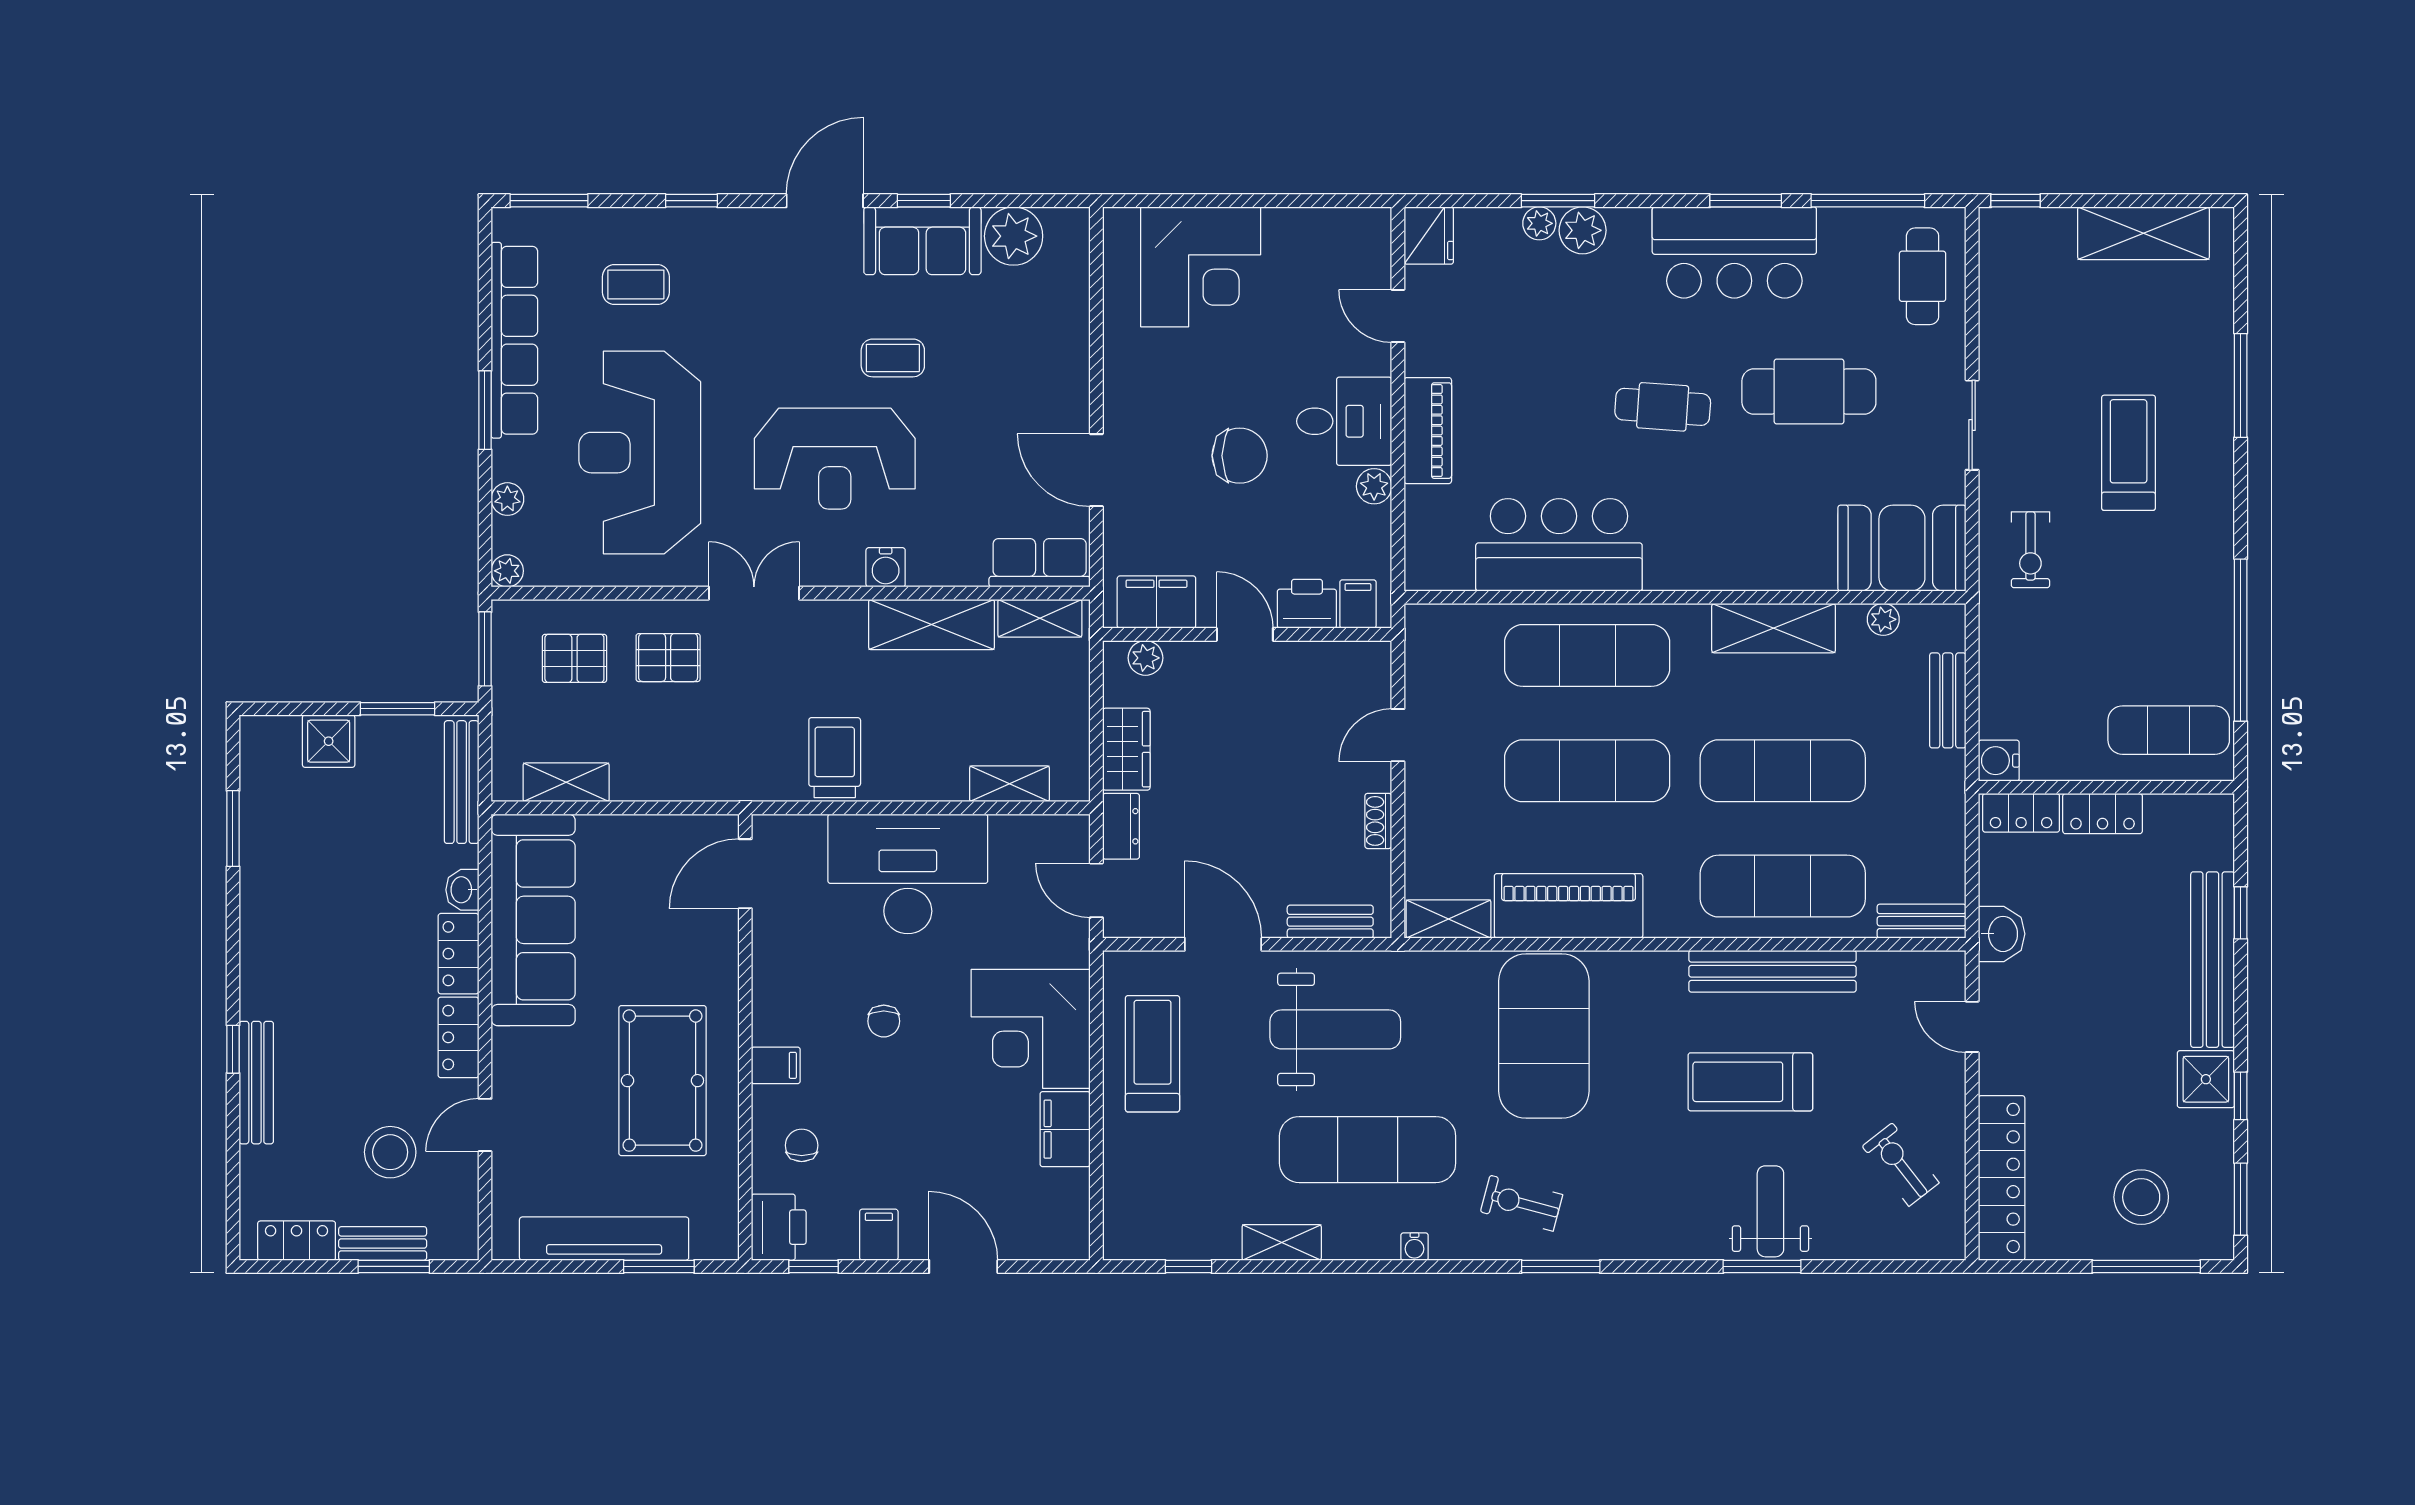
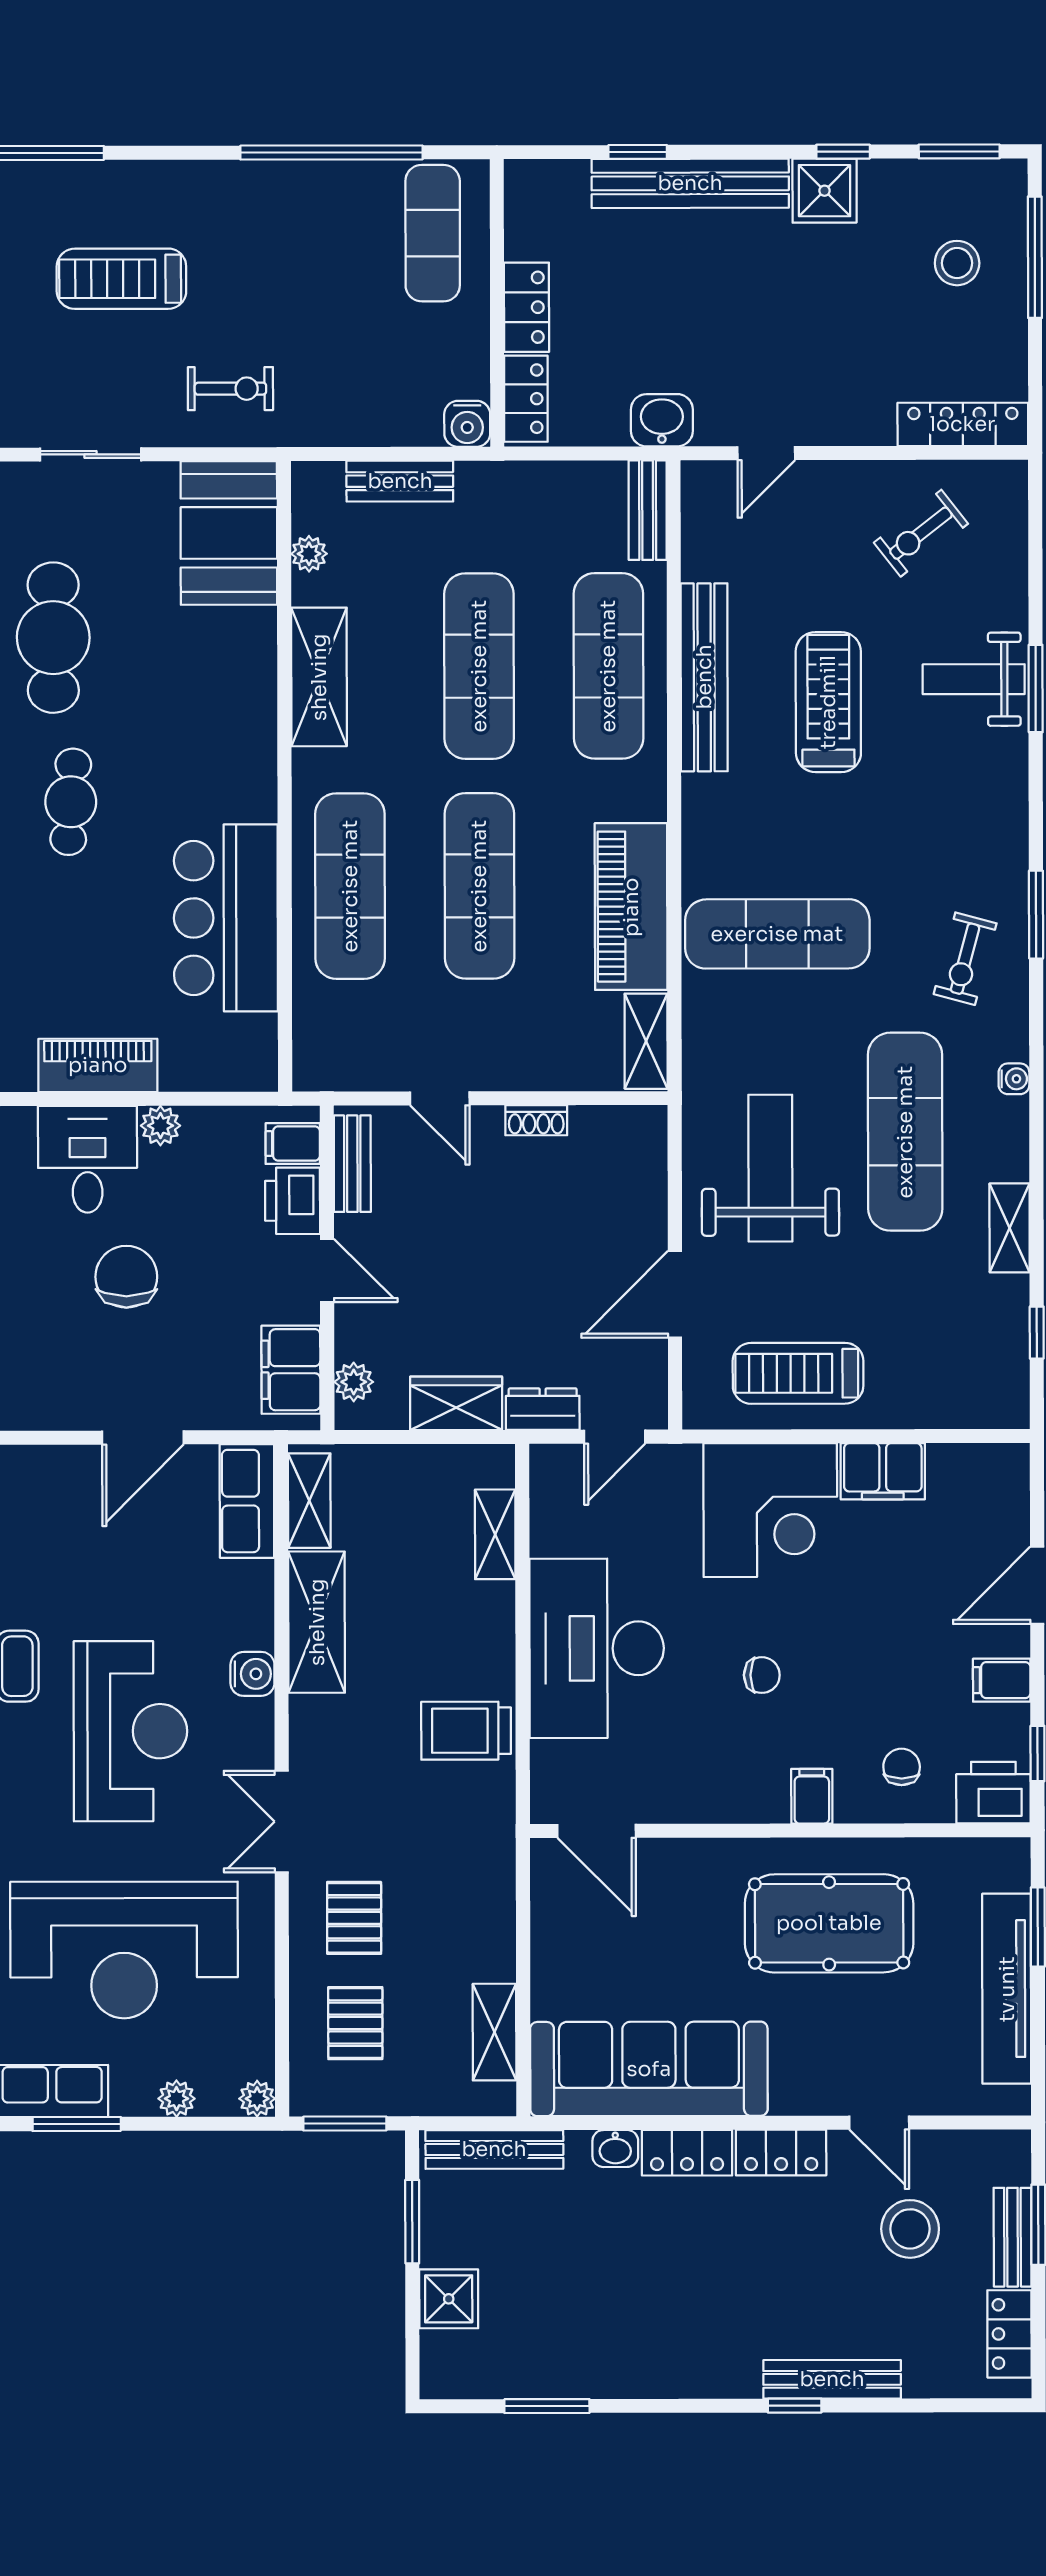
door: (1245, 634) -> (327, 1270), swing flipped
bench: (1330, 922) -> (352, 1164), moved
exercise mat: (1544, 1036) -> (777, 934), width x0.68
treadmill: (1750, 1082) -> (828, 702), turned 180
chair: (802, 1145) -> (902, 1767), turned 90
locker: (2002, 1178) -> (963, 424), width x0.71, depth x0.83
stool: (2141, 1197) -> (957, 263), width x0.73, depth x0.73

